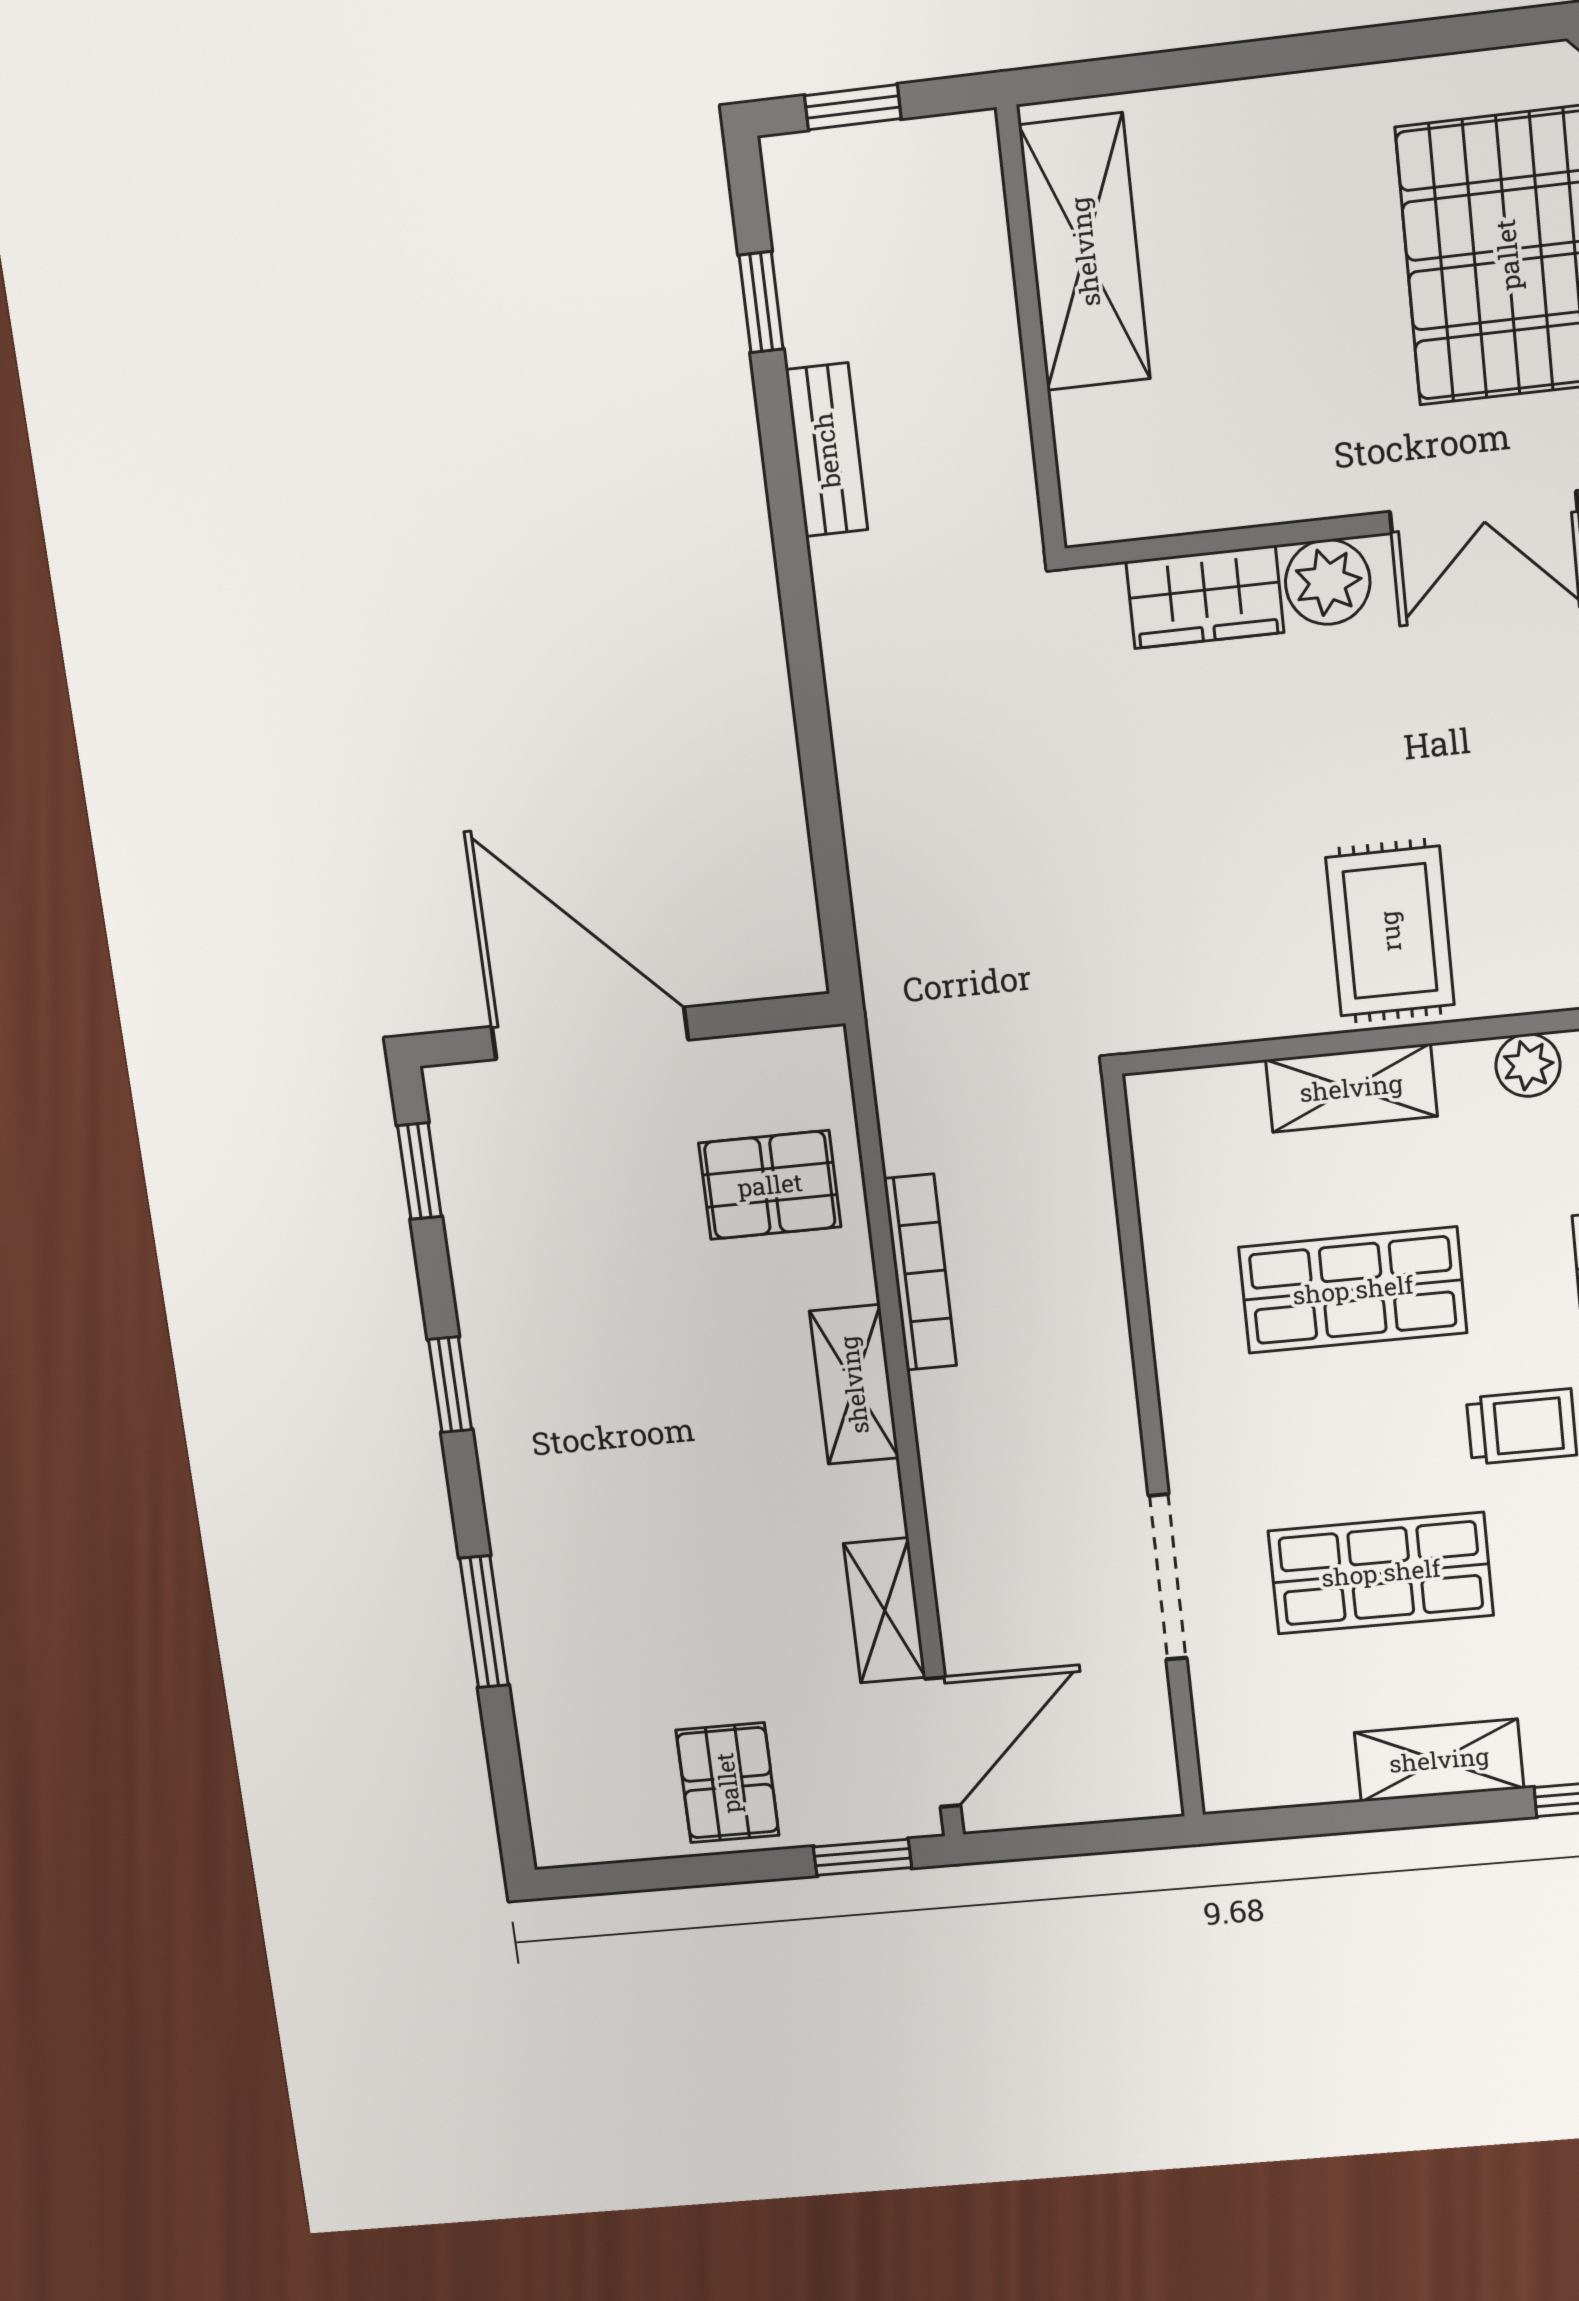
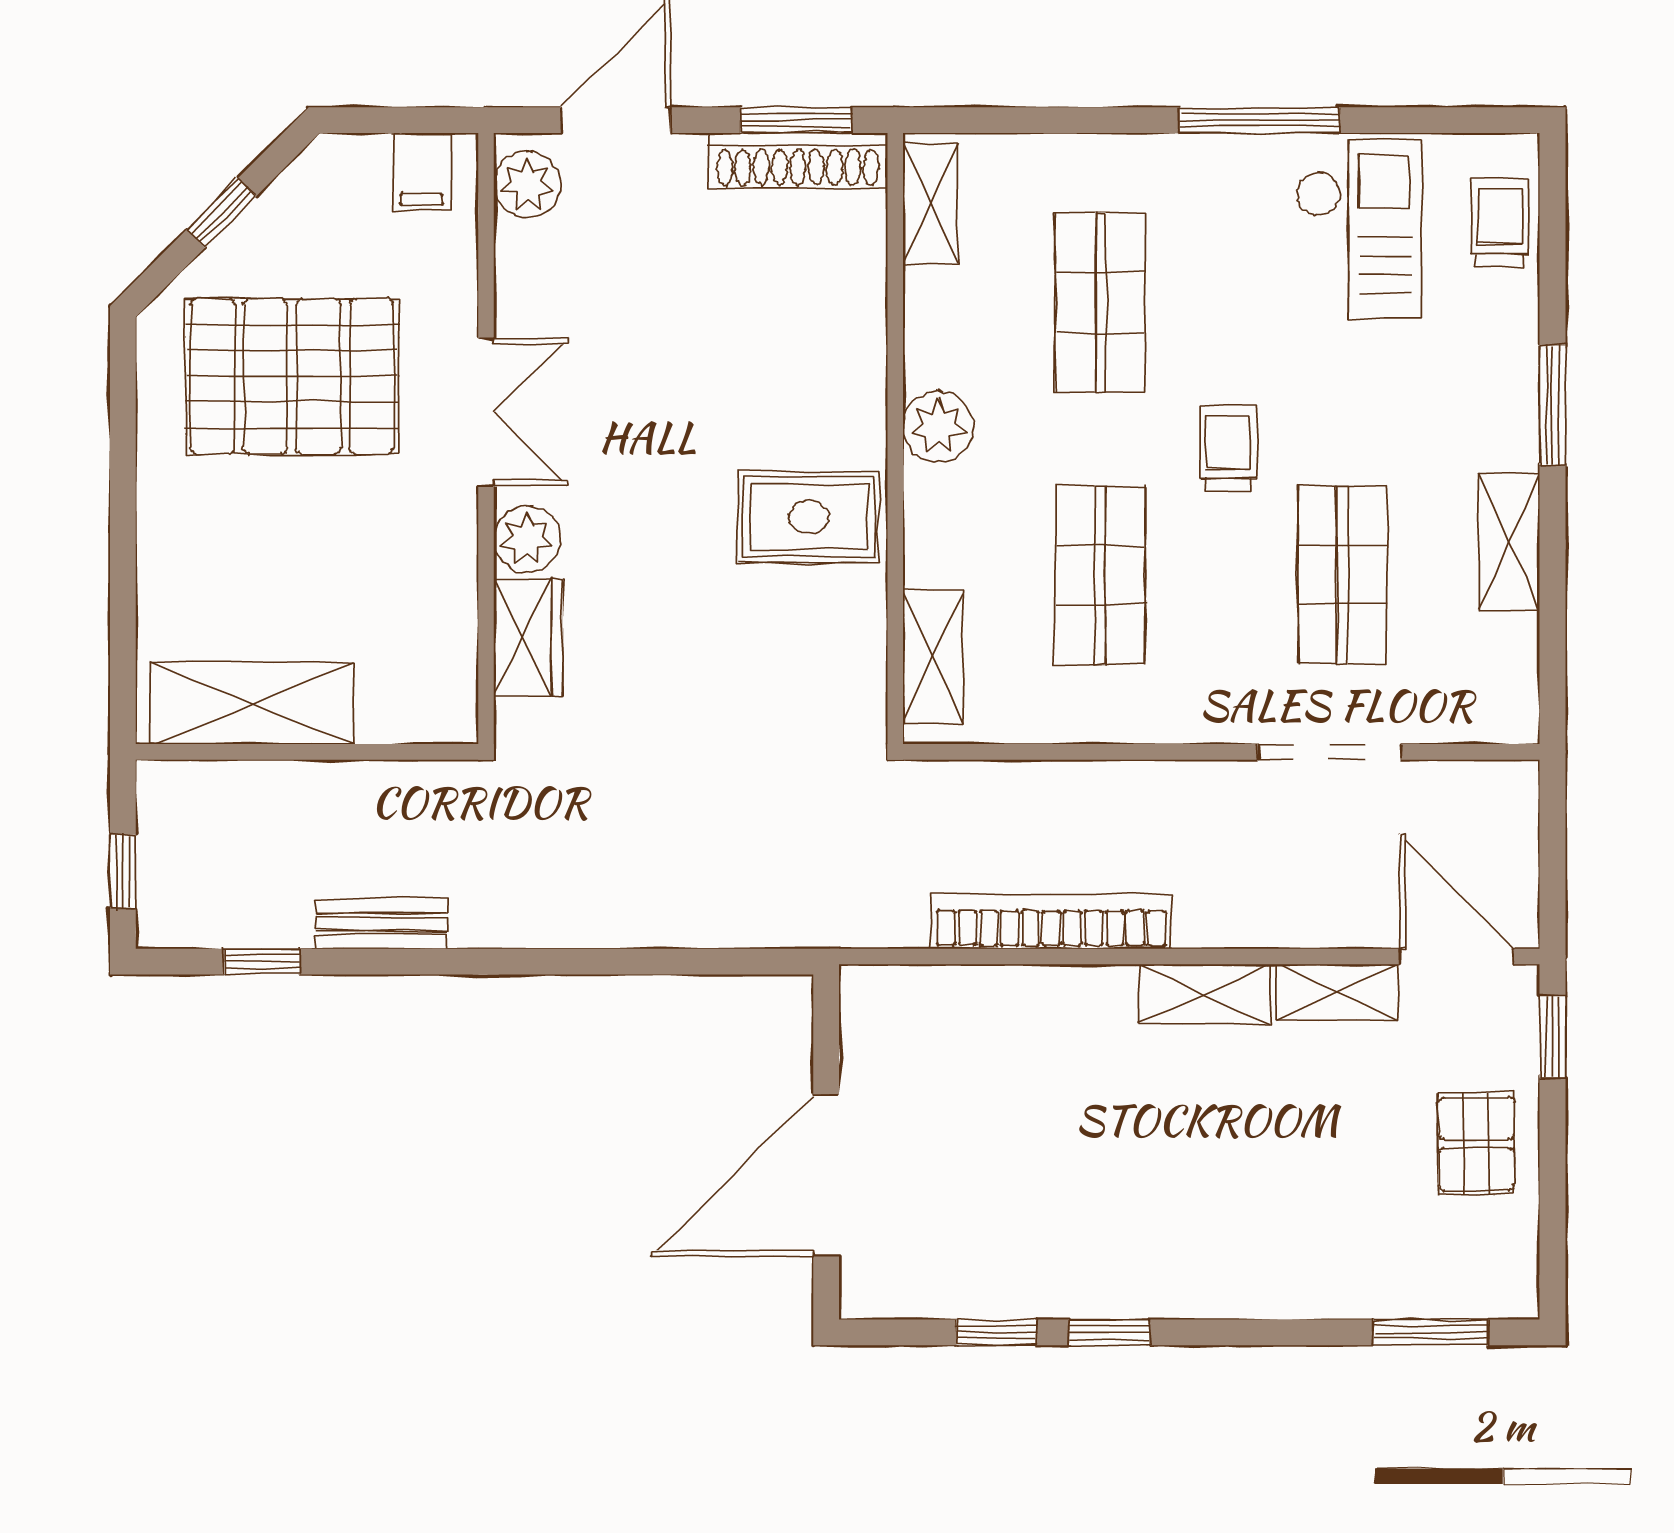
plant: (1528, 1065) -> (938, 426), width x1.38, depth x1.38
shelving: (1351, 1088) -> (933, 657), moved
window: (419, 1171) -> (996, 1332), moved
pallet: (770, 1185) -> (966, 1043), removed
bookcase: (920, 1272) -> (1051, 922), width x1.48, depth x1.31
shelving: (854, 1385) -> (1205, 994), moved
window: (484, 1622) -> (1431, 1332), moved
pallet: (728, 1783) -> (1476, 1144), turned 90

